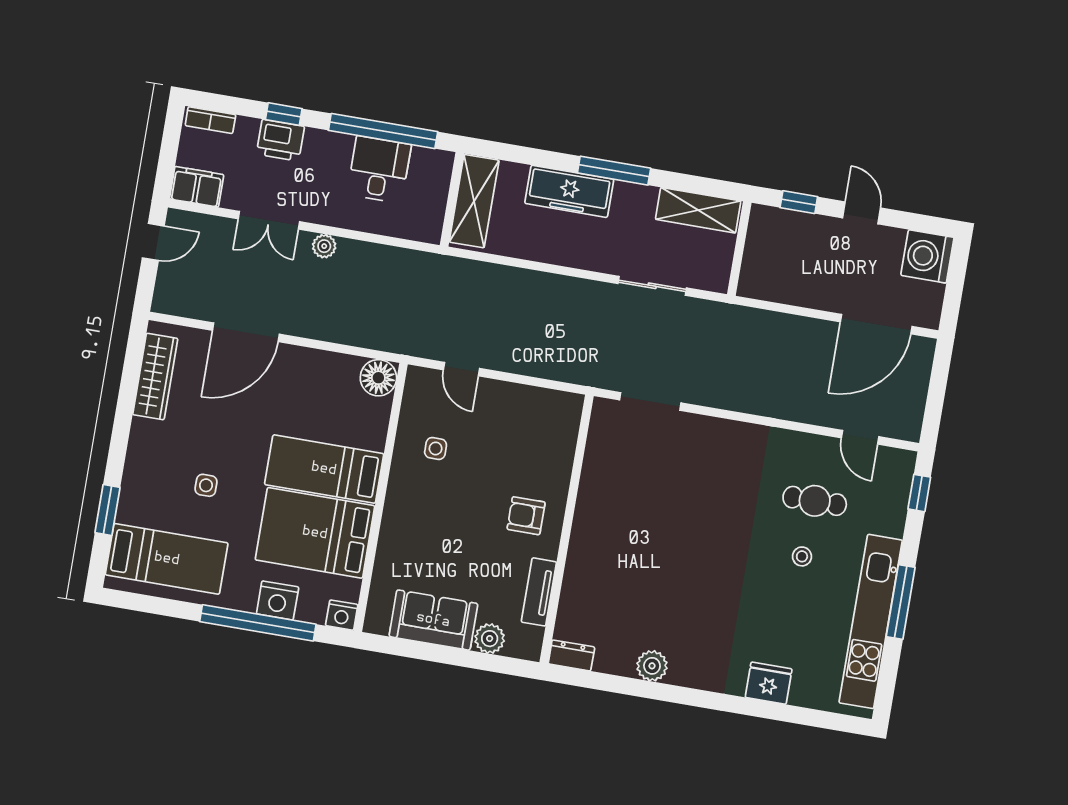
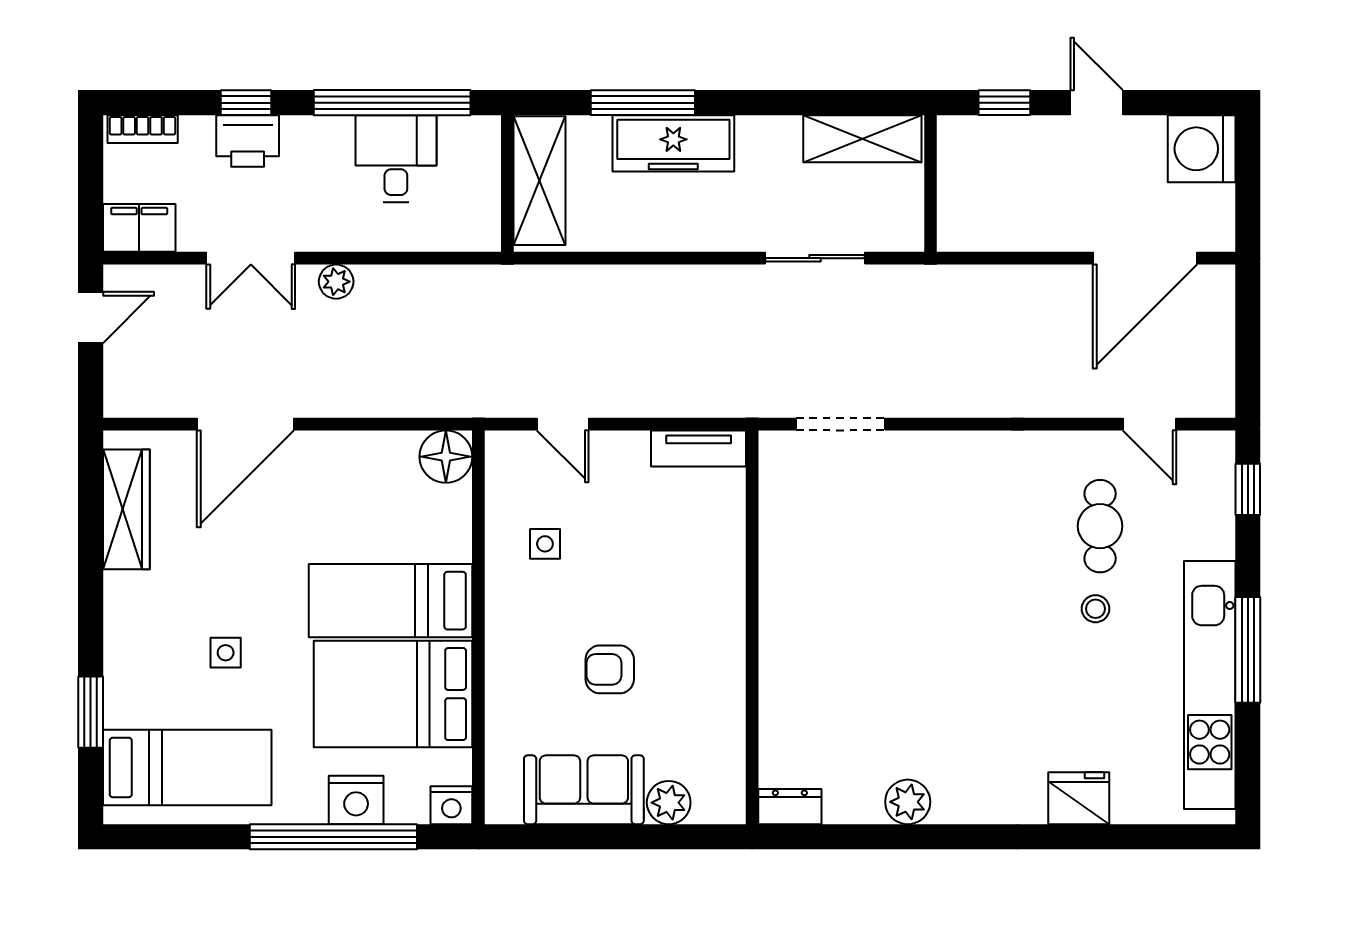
window: (614, 171) -> (643, 103), moved
cafe table: (815, 501) -> (1100, 526), turned 90
armchair: (526, 516) -> (610, 669), moved
tv unit: (539, 592) -> (699, 448), moved, turned -90

